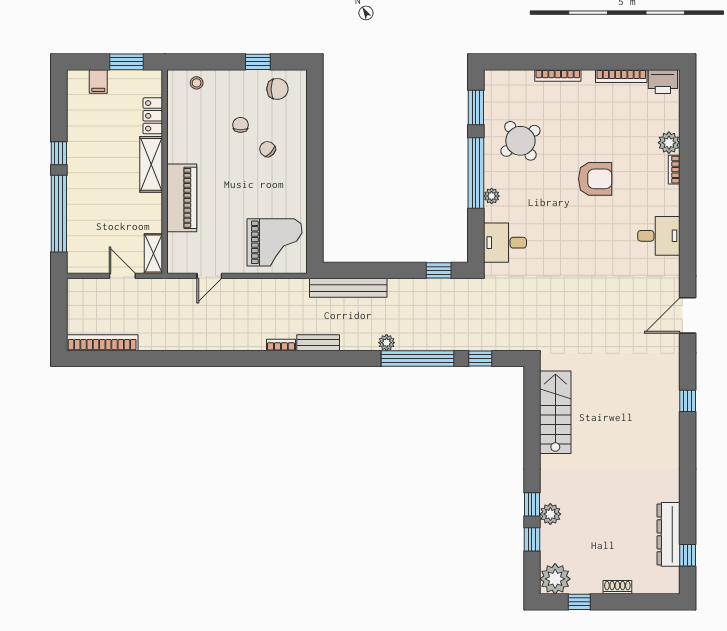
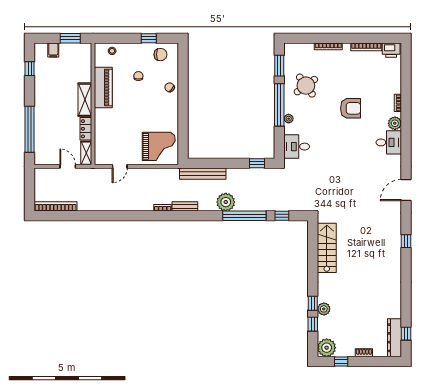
locker: (153, 116) -> (86, 129), moved
plant: (669, 143) -> (395, 123), moved
chair: (268, 149) -> (170, 87), moved
window: (59, 153) -> (30, 69), moved
piano: (182, 198) -> (103, 87), moved
plant: (387, 343) -> (226, 202), width x1.88, depth x1.88
dresser: (669, 534) -> (395, 338), moved

